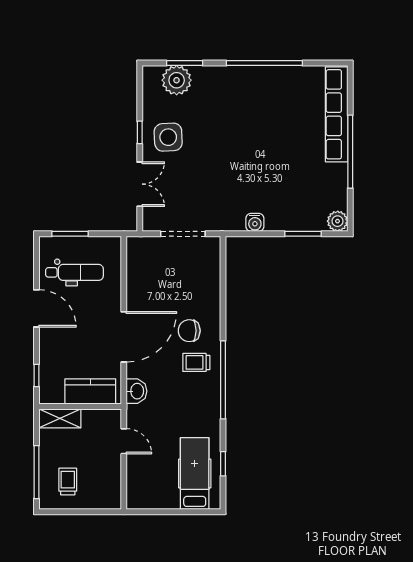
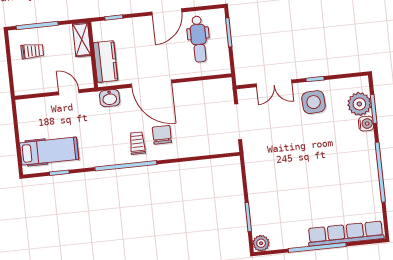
water cooler: (255, 222) -> (366, 124), moved, turned 180
door: (124, 441) -> (69, 92), swing flipped

